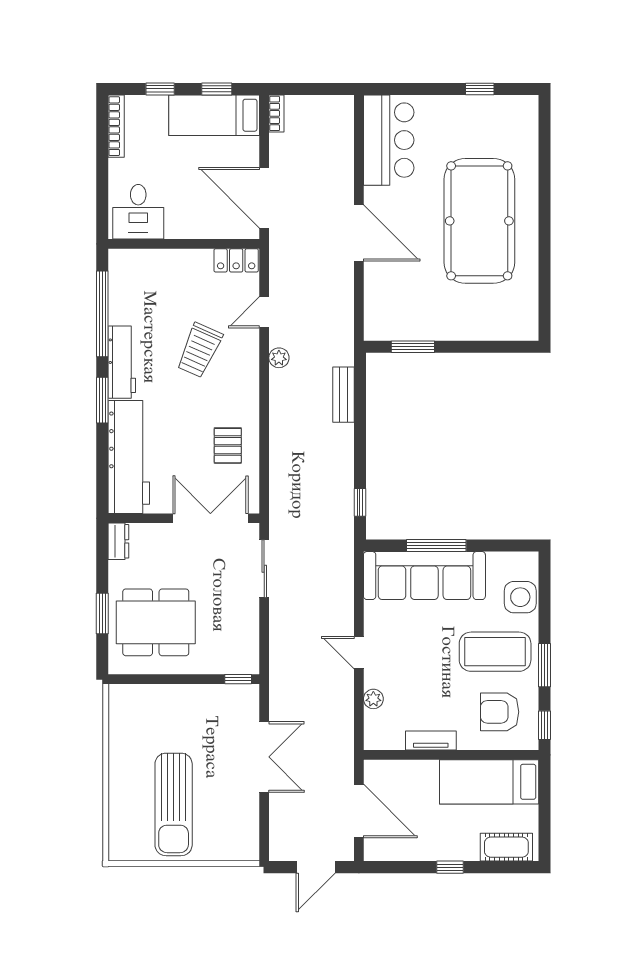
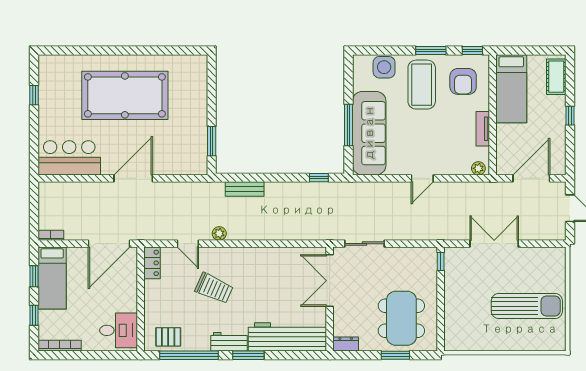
workbench: (122, 362) -> (229, 342), width x0.73
pallet: (228, 446) -> (168, 337), moved
plant: (373, 699) -> (478, 168), moved

